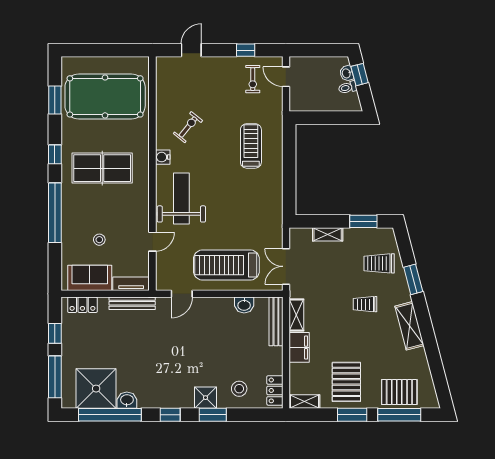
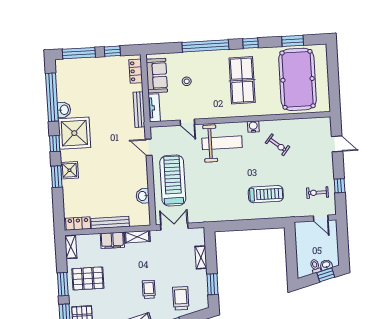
door: (286, 77) -> (321, 218), swing flipped
bench: (276, 321) -> (110, 223), moved
shower: (96, 389) -> (74, 133), moved
stool: (239, 389) -> (78, 196), removed

